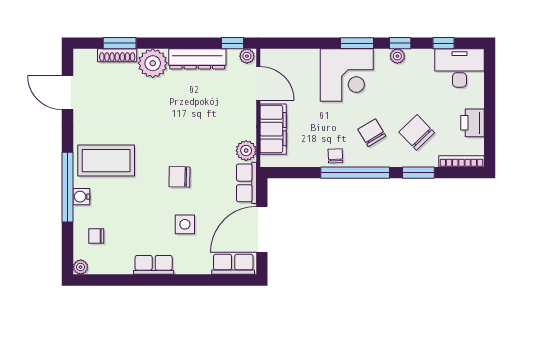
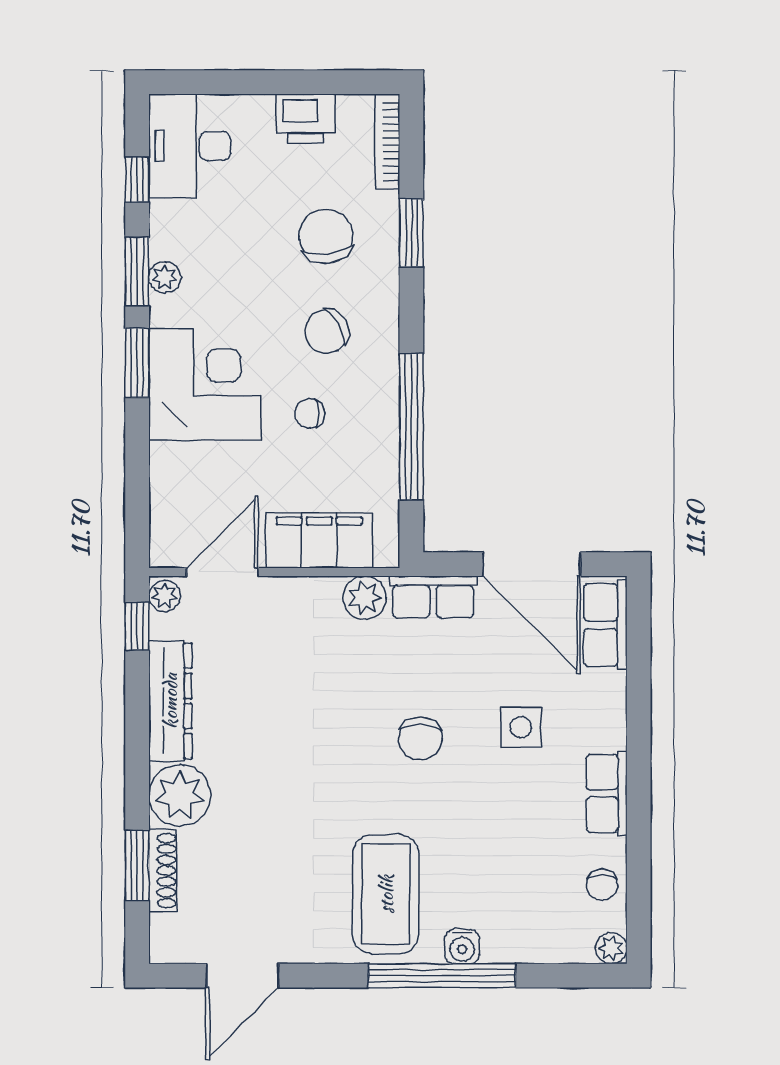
window: (400, 43) -> (137, 271), width x1.50
chair: (417, 132) -> (326, 236), turned 127
chair: (335, 156) -> (310, 414), moved
window: (355, 173) -> (411, 427), moved
chair: (96, 236) -> (602, 885), moved

